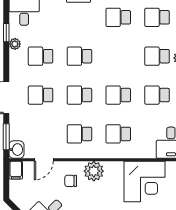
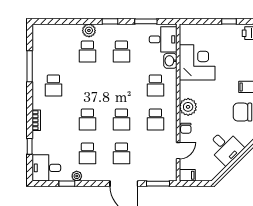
school desk: (157, 17) -> (53, 51), removed
school desk: (118, 95) -> (121, 85), removed
washbasin: (16, 150) -> (170, 61), moved, turned -90
door: (44, 160) -> (178, 151), hinge flipped
chair: (71, 181) -> (186, 128), moved

